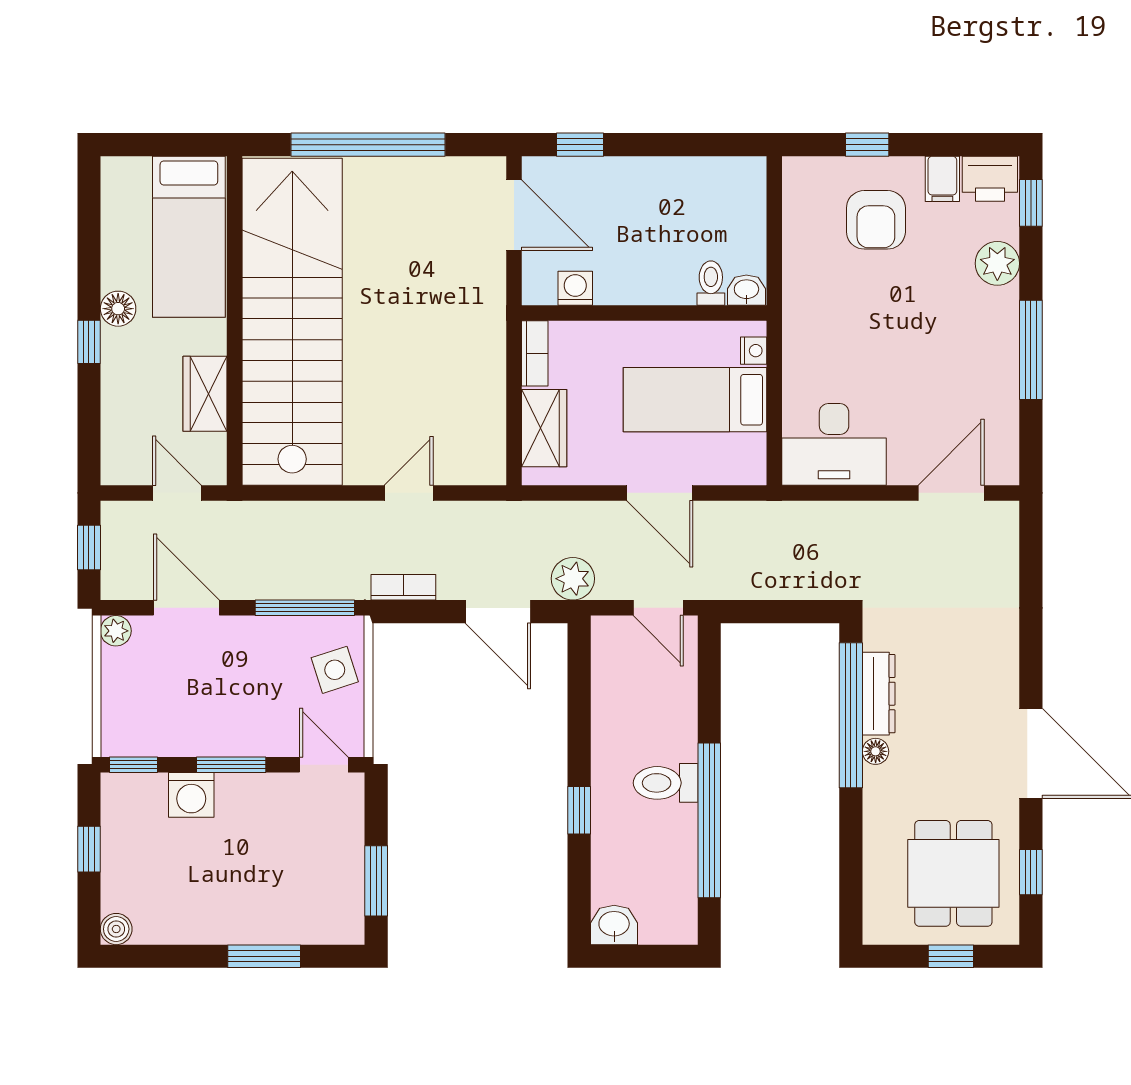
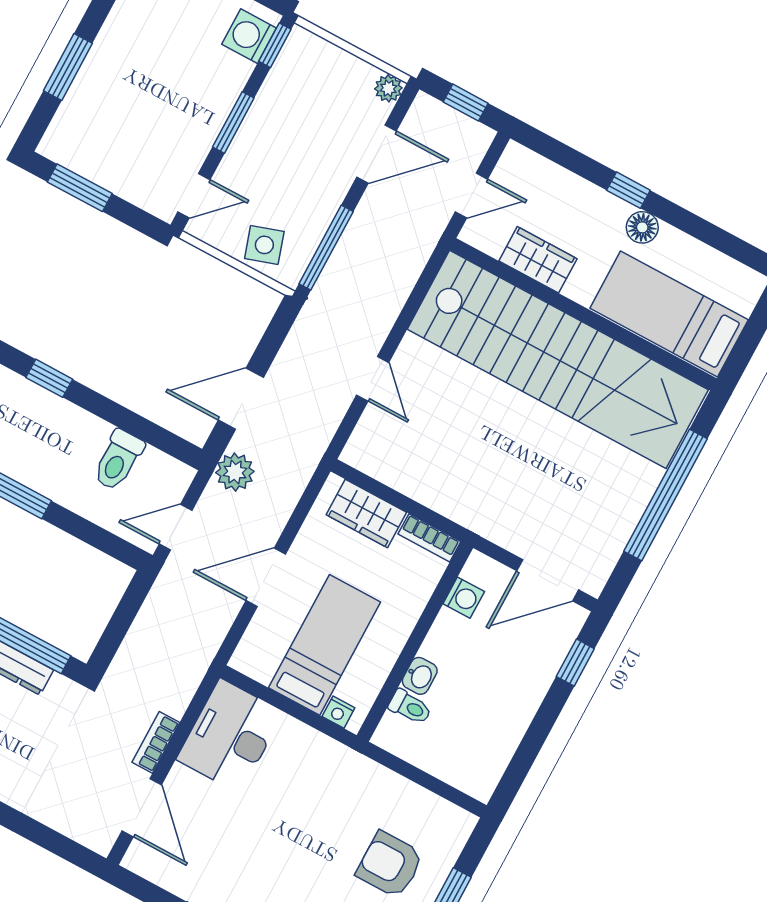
washbasin: (746, 290) -> (420, 676), moved
bookcase: (403, 587) -> (156, 742), moved, turned 180
toilet: (666, 783) -> (118, 460), moved, turned 180
washing machine: (191, 795) -> (249, 36), moved

